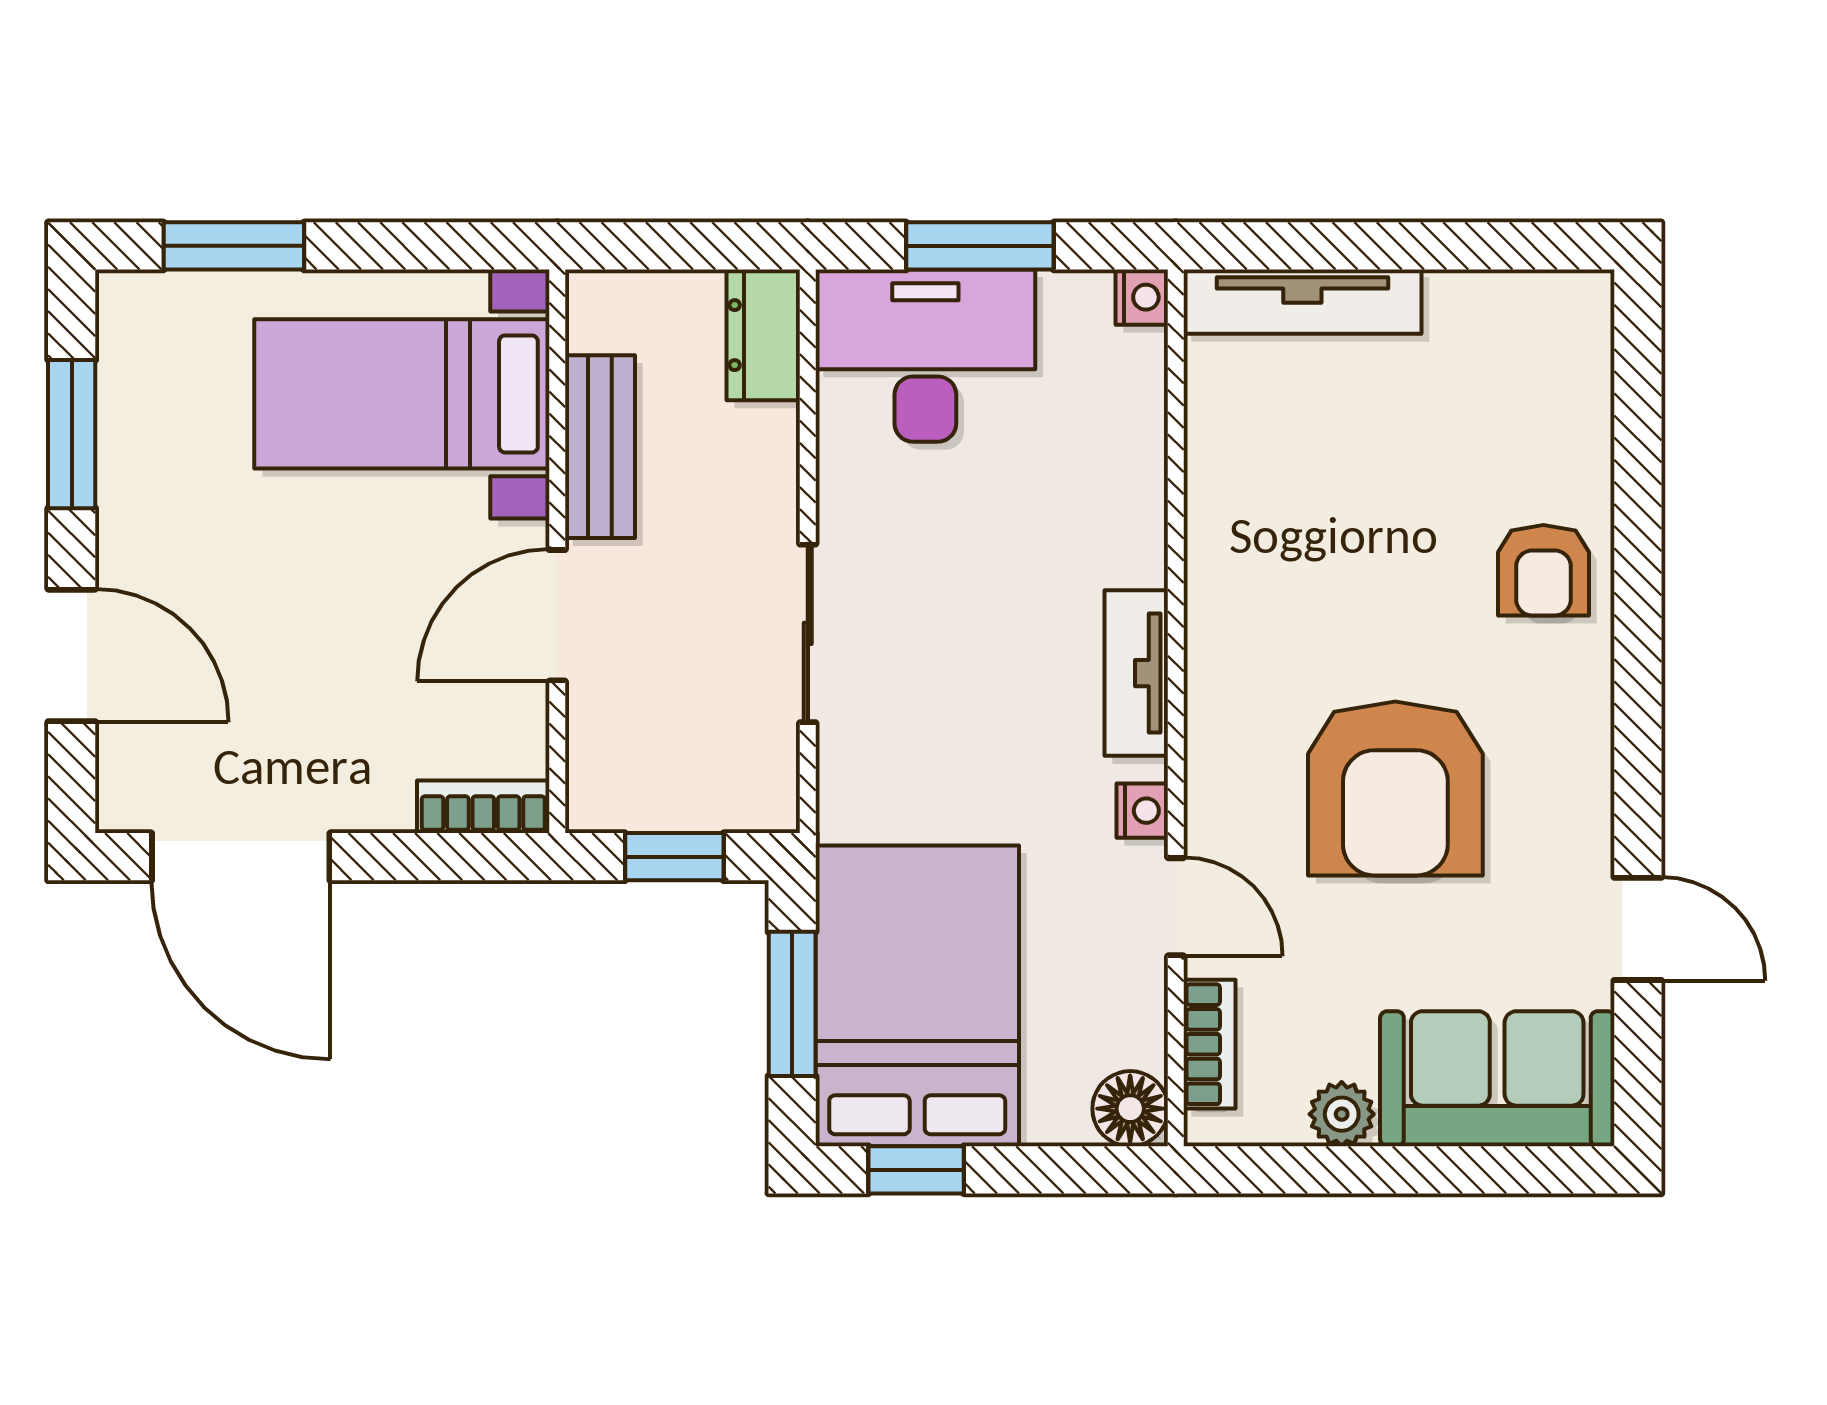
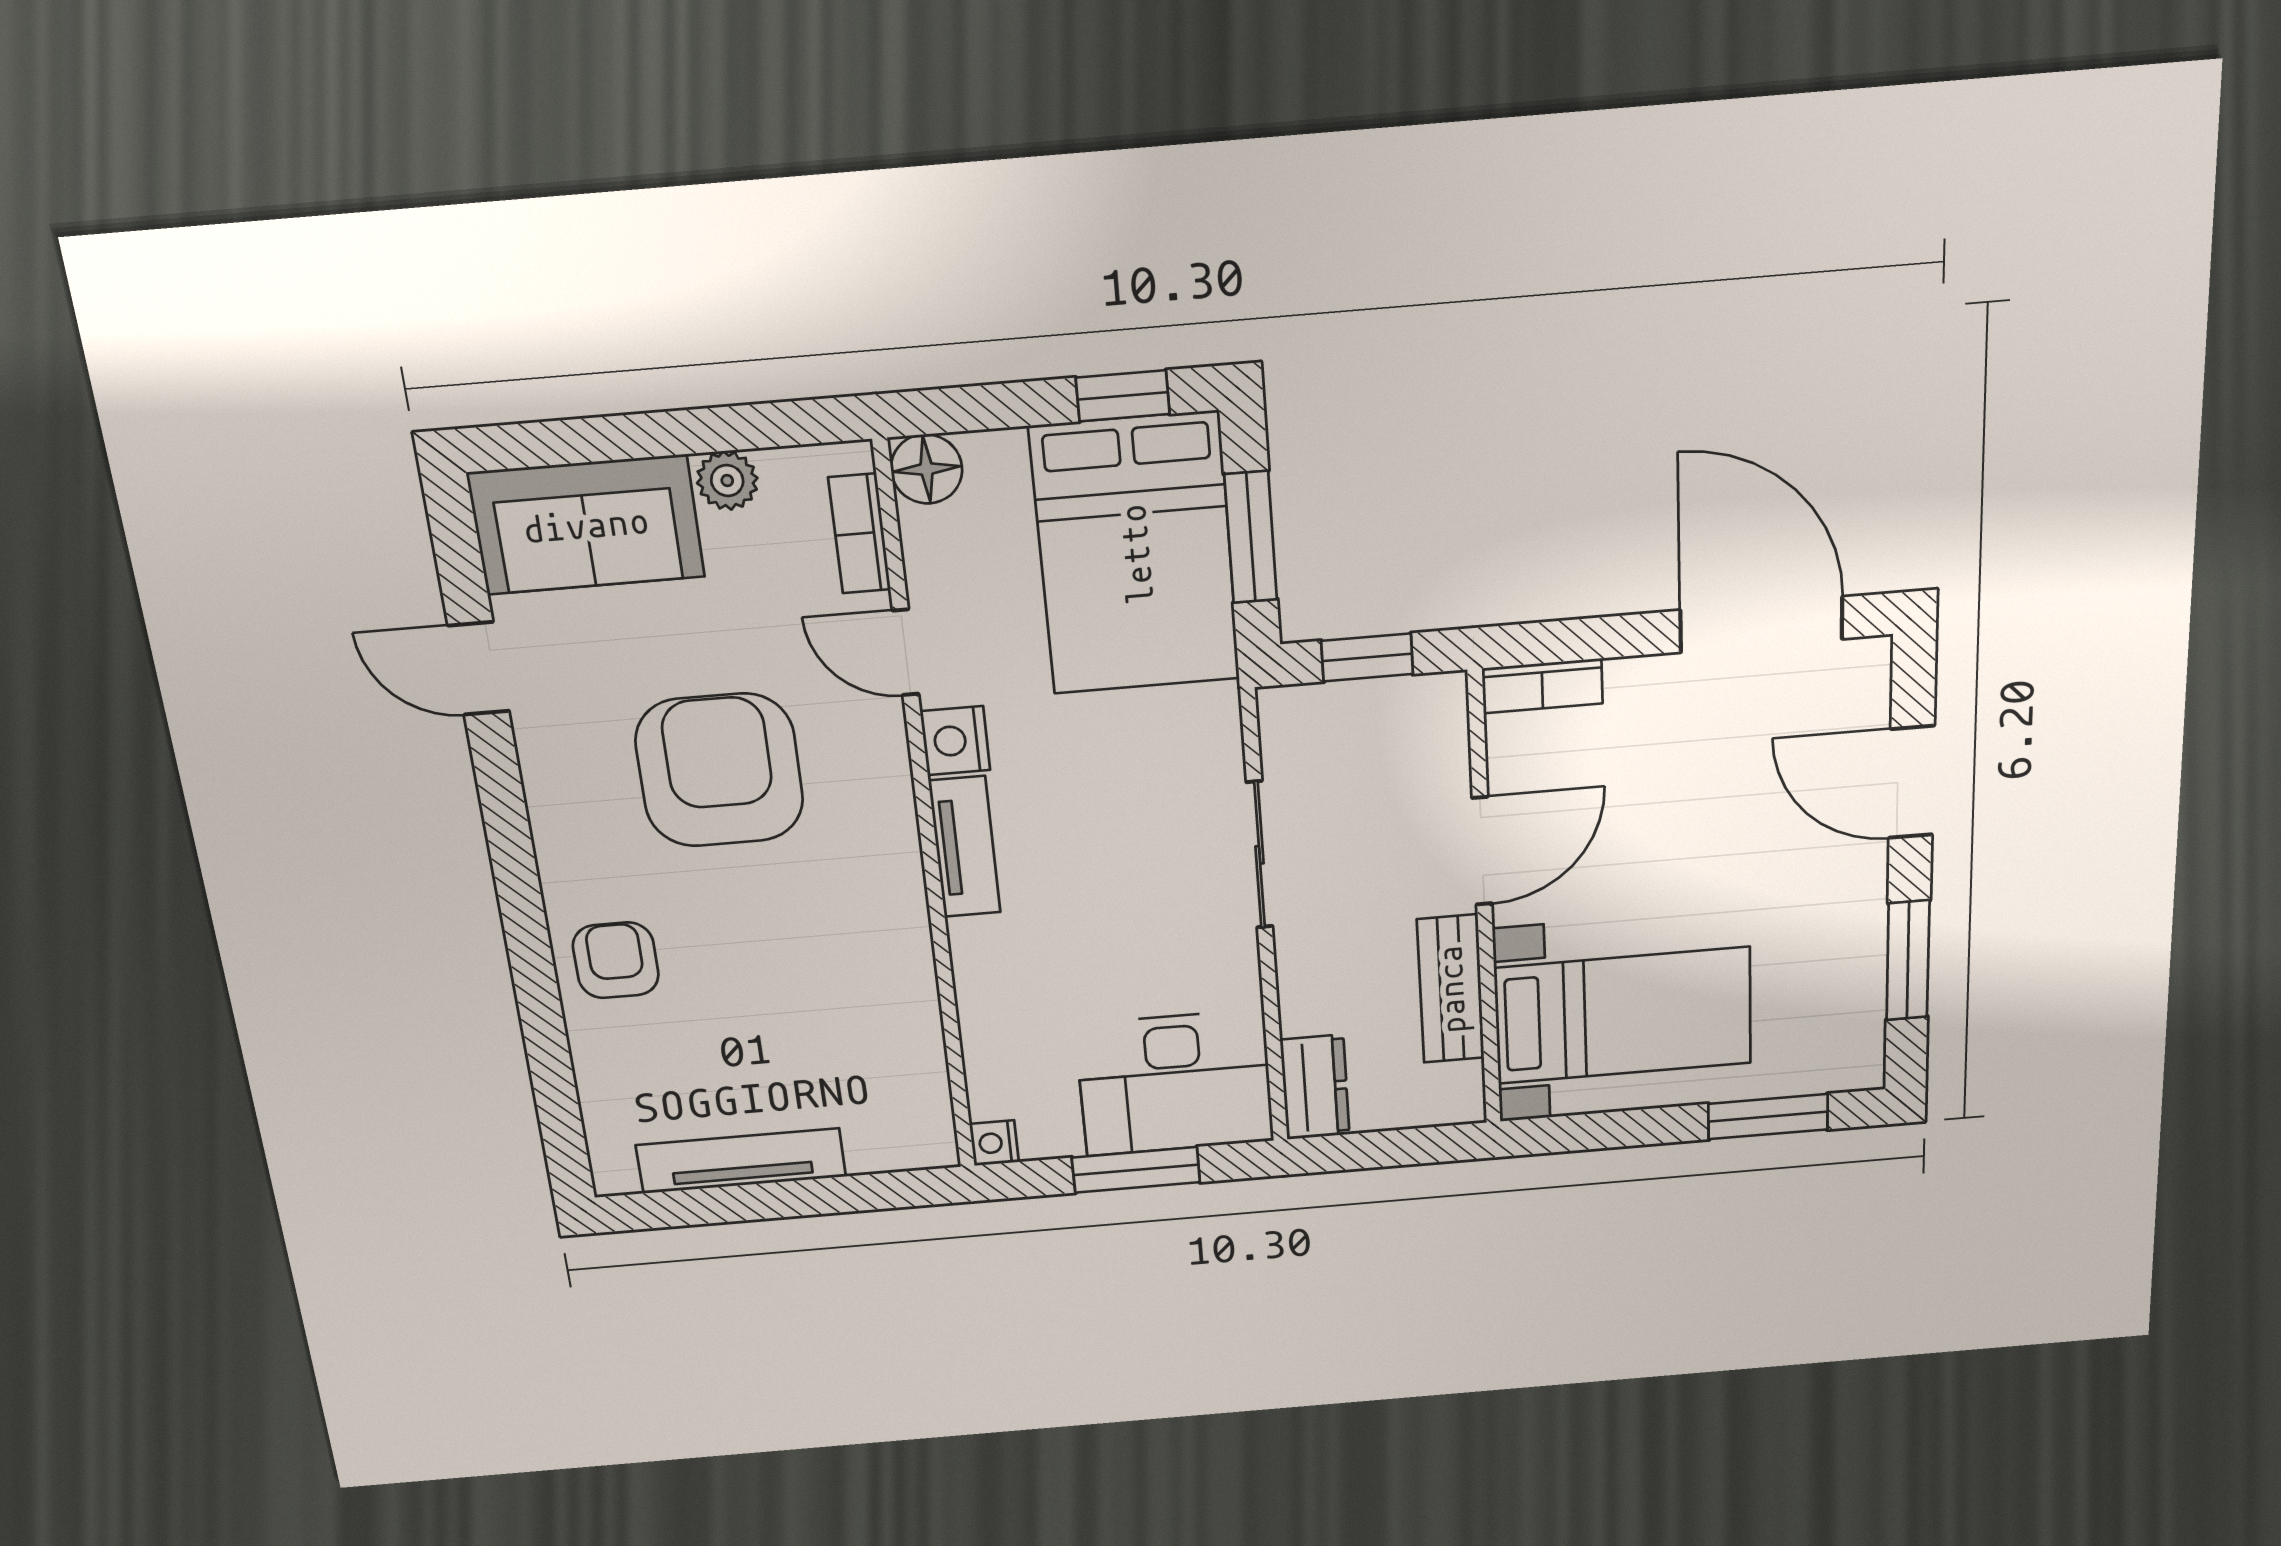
tv unit: (1302, 302) -> (741, 1161), moved
nightstand: (1142, 811) -> (955, 741), width x1.39, depth x1.35

